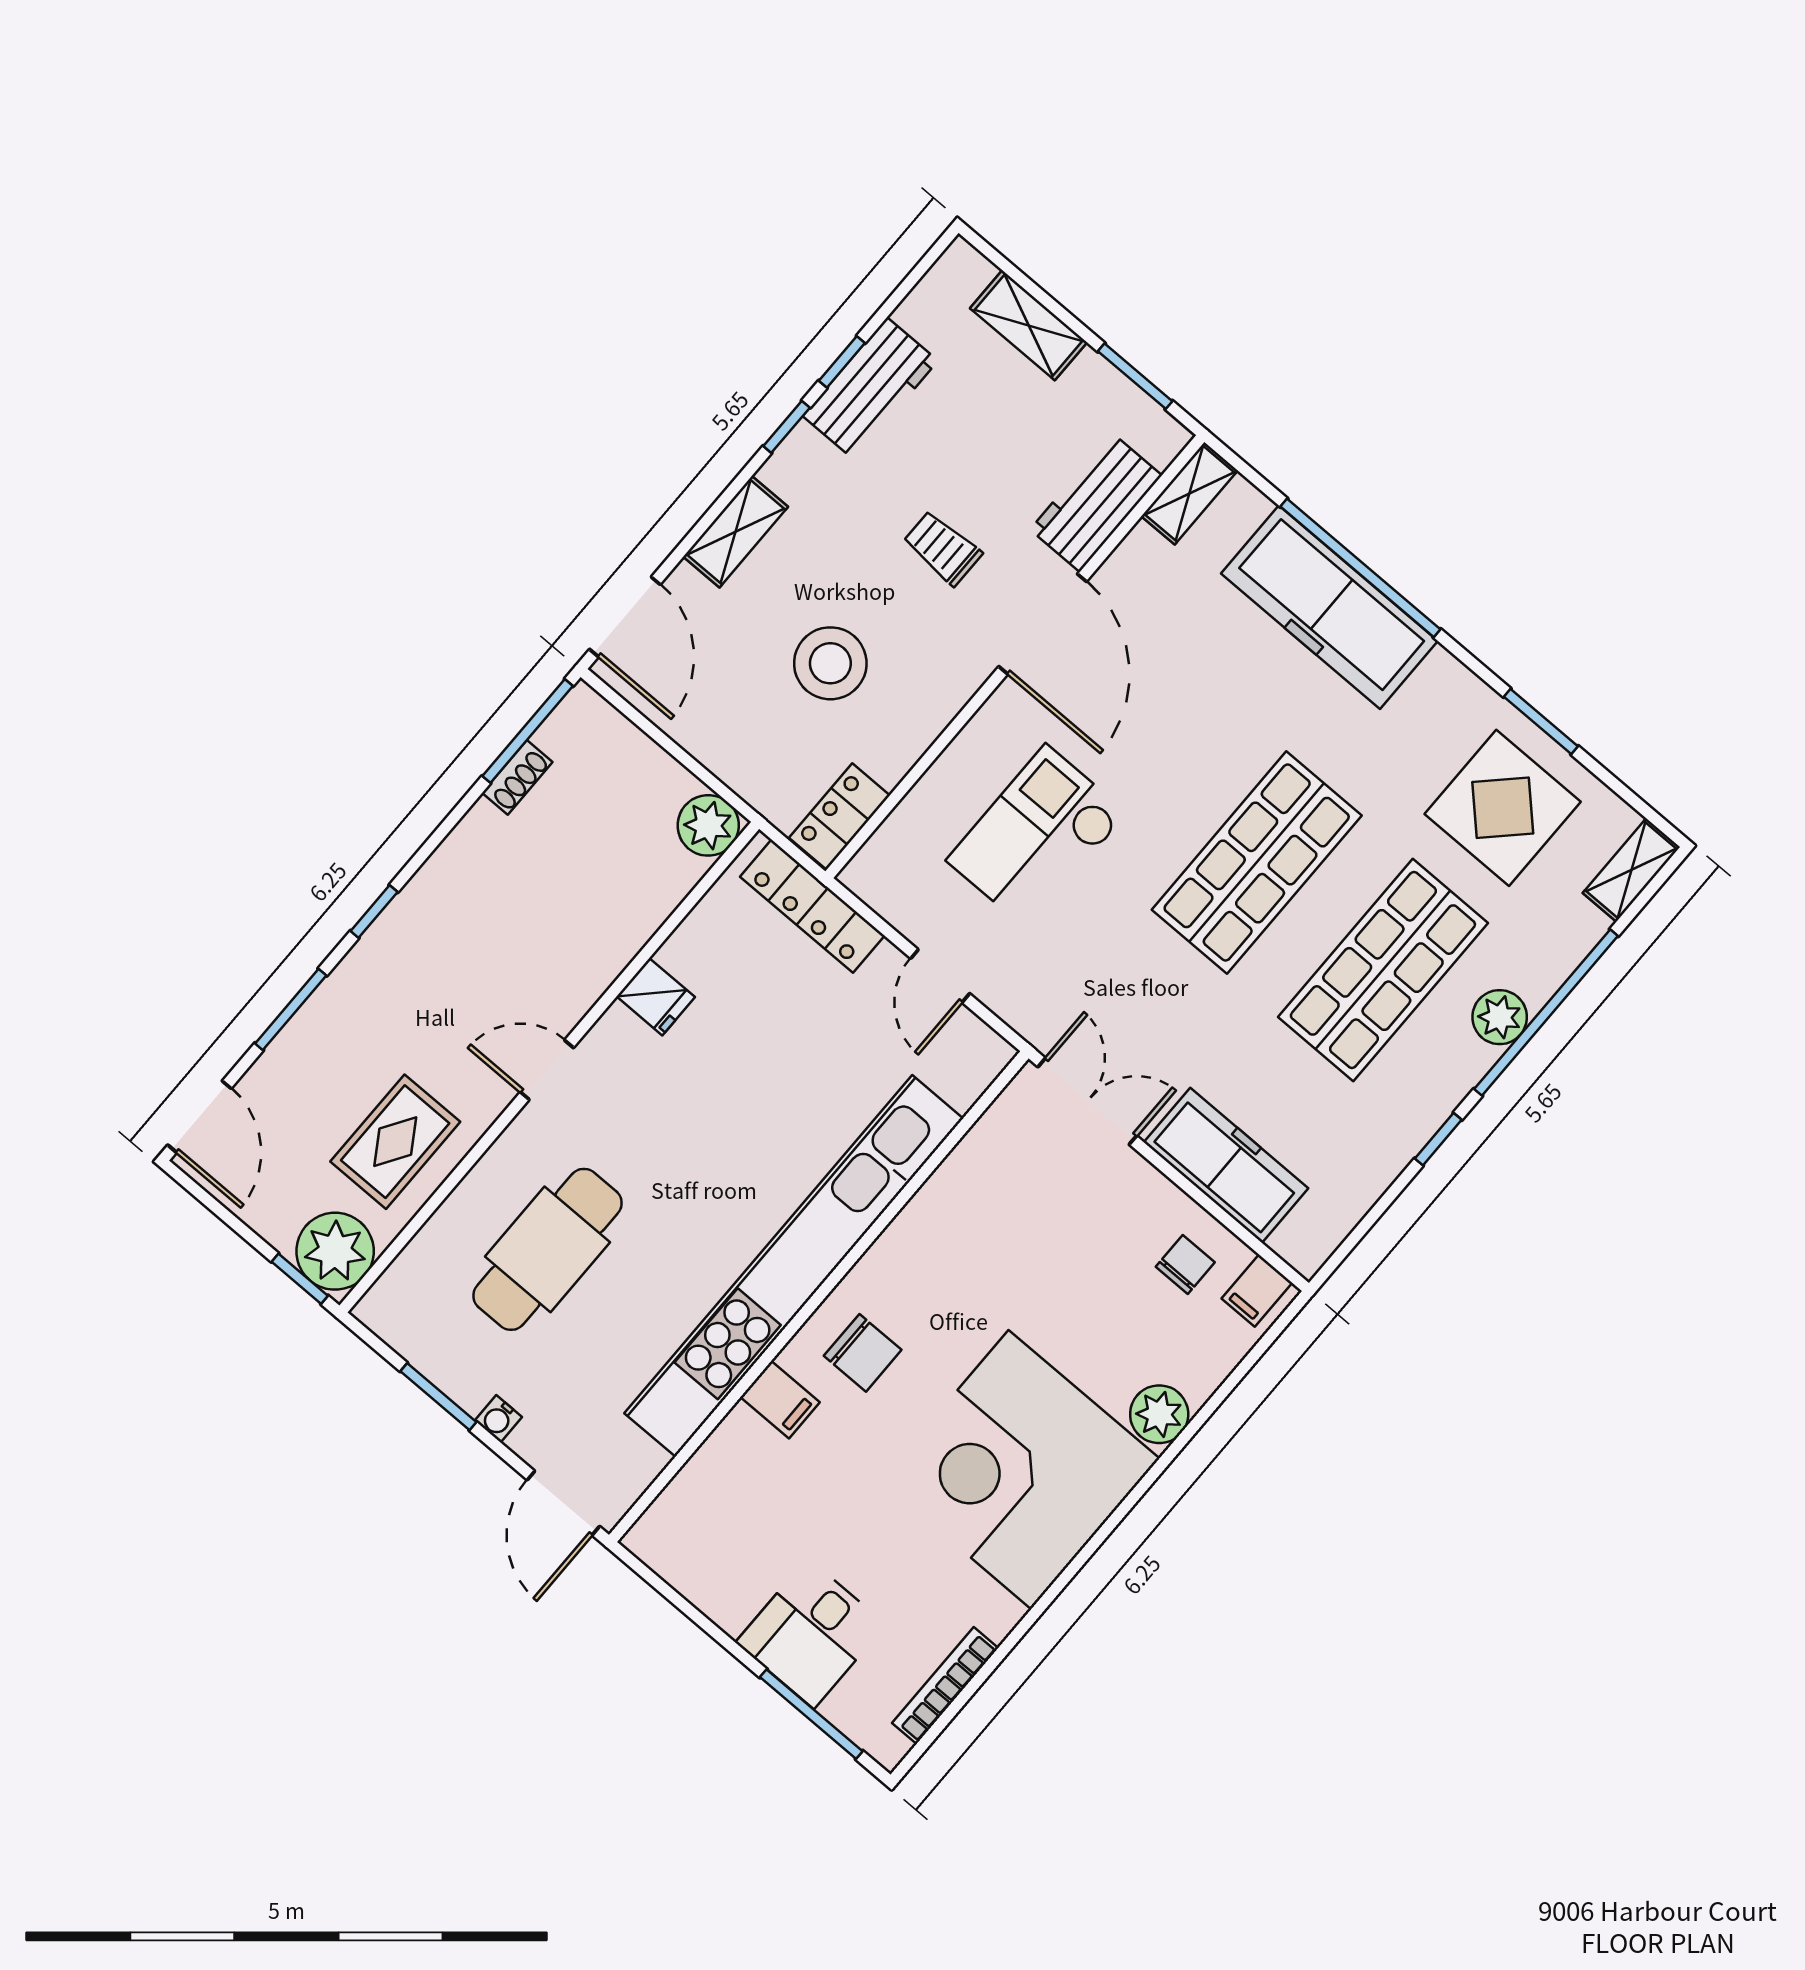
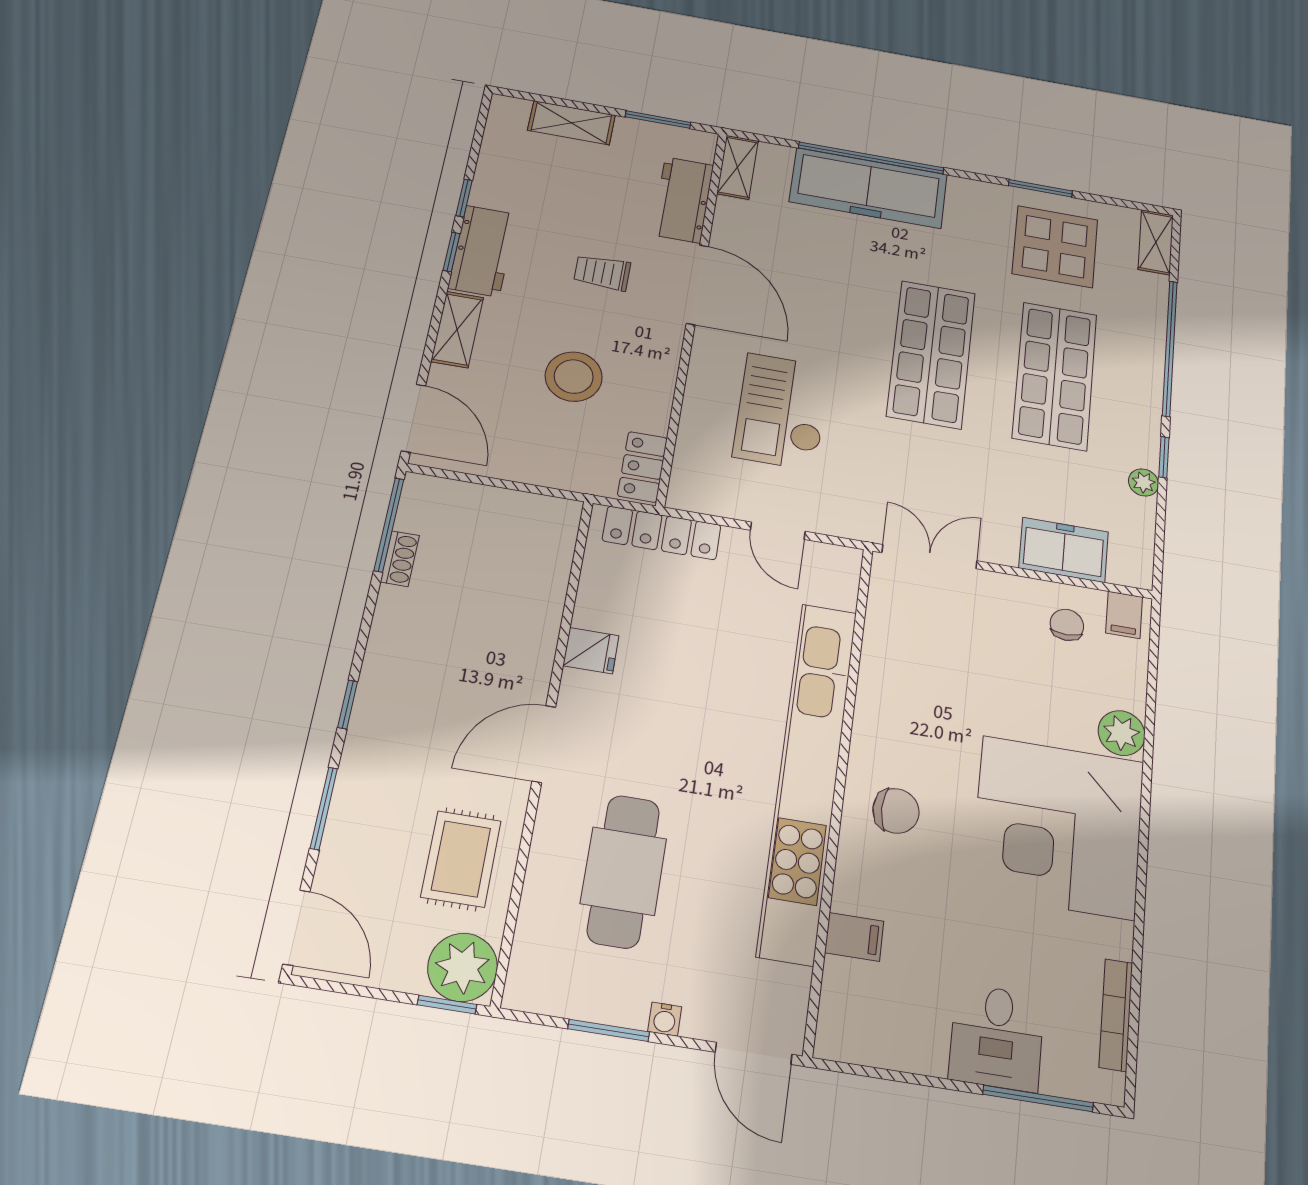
workbench: (870, 388) -> (482, 251), moved
plant: (708, 825) -> (556, 519), removed
plant: (1500, 1017) -> (1144, 482), moved, width x0.73, depth x0.73
door: (547, 1070) -> (544, 744), width x1.38
freezer: (1226, 1165) -> (1064, 550), width x0.71
filing cabinet: (780, 1400) -> (854, 937), moved

